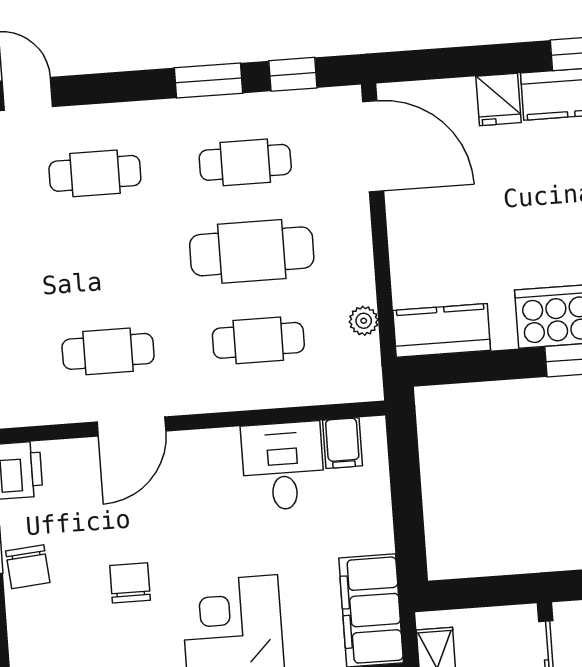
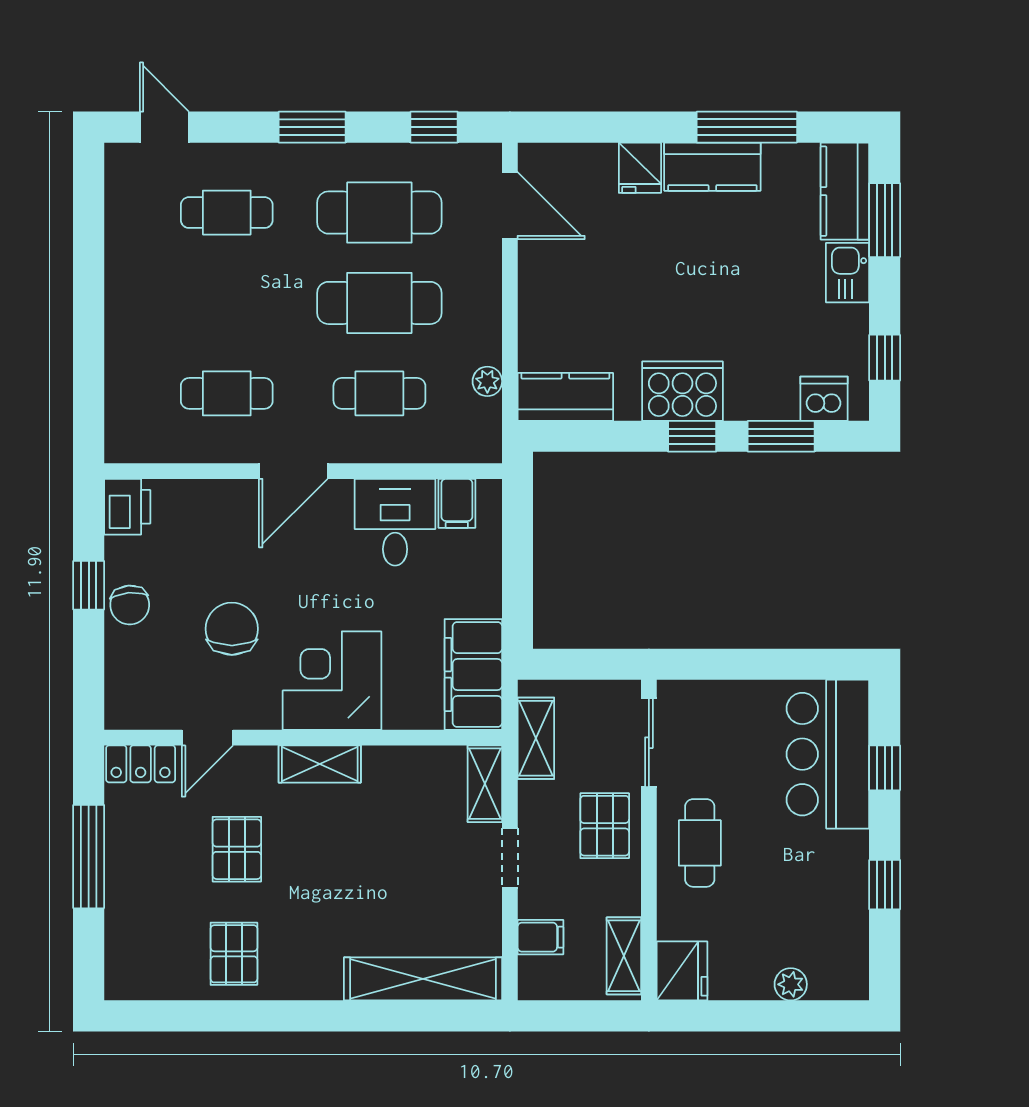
window: (208, 81) -> (312, 127), moved
door: (373, 146) -> (510, 206), width x0.73
cafe table: (245, 162) -> (379, 213), width x1.37, depth x1.35
door: (131, 427) -> (293, 471), moved
chair: (130, 583) -> (232, 629), width x1.37, depth x1.37

